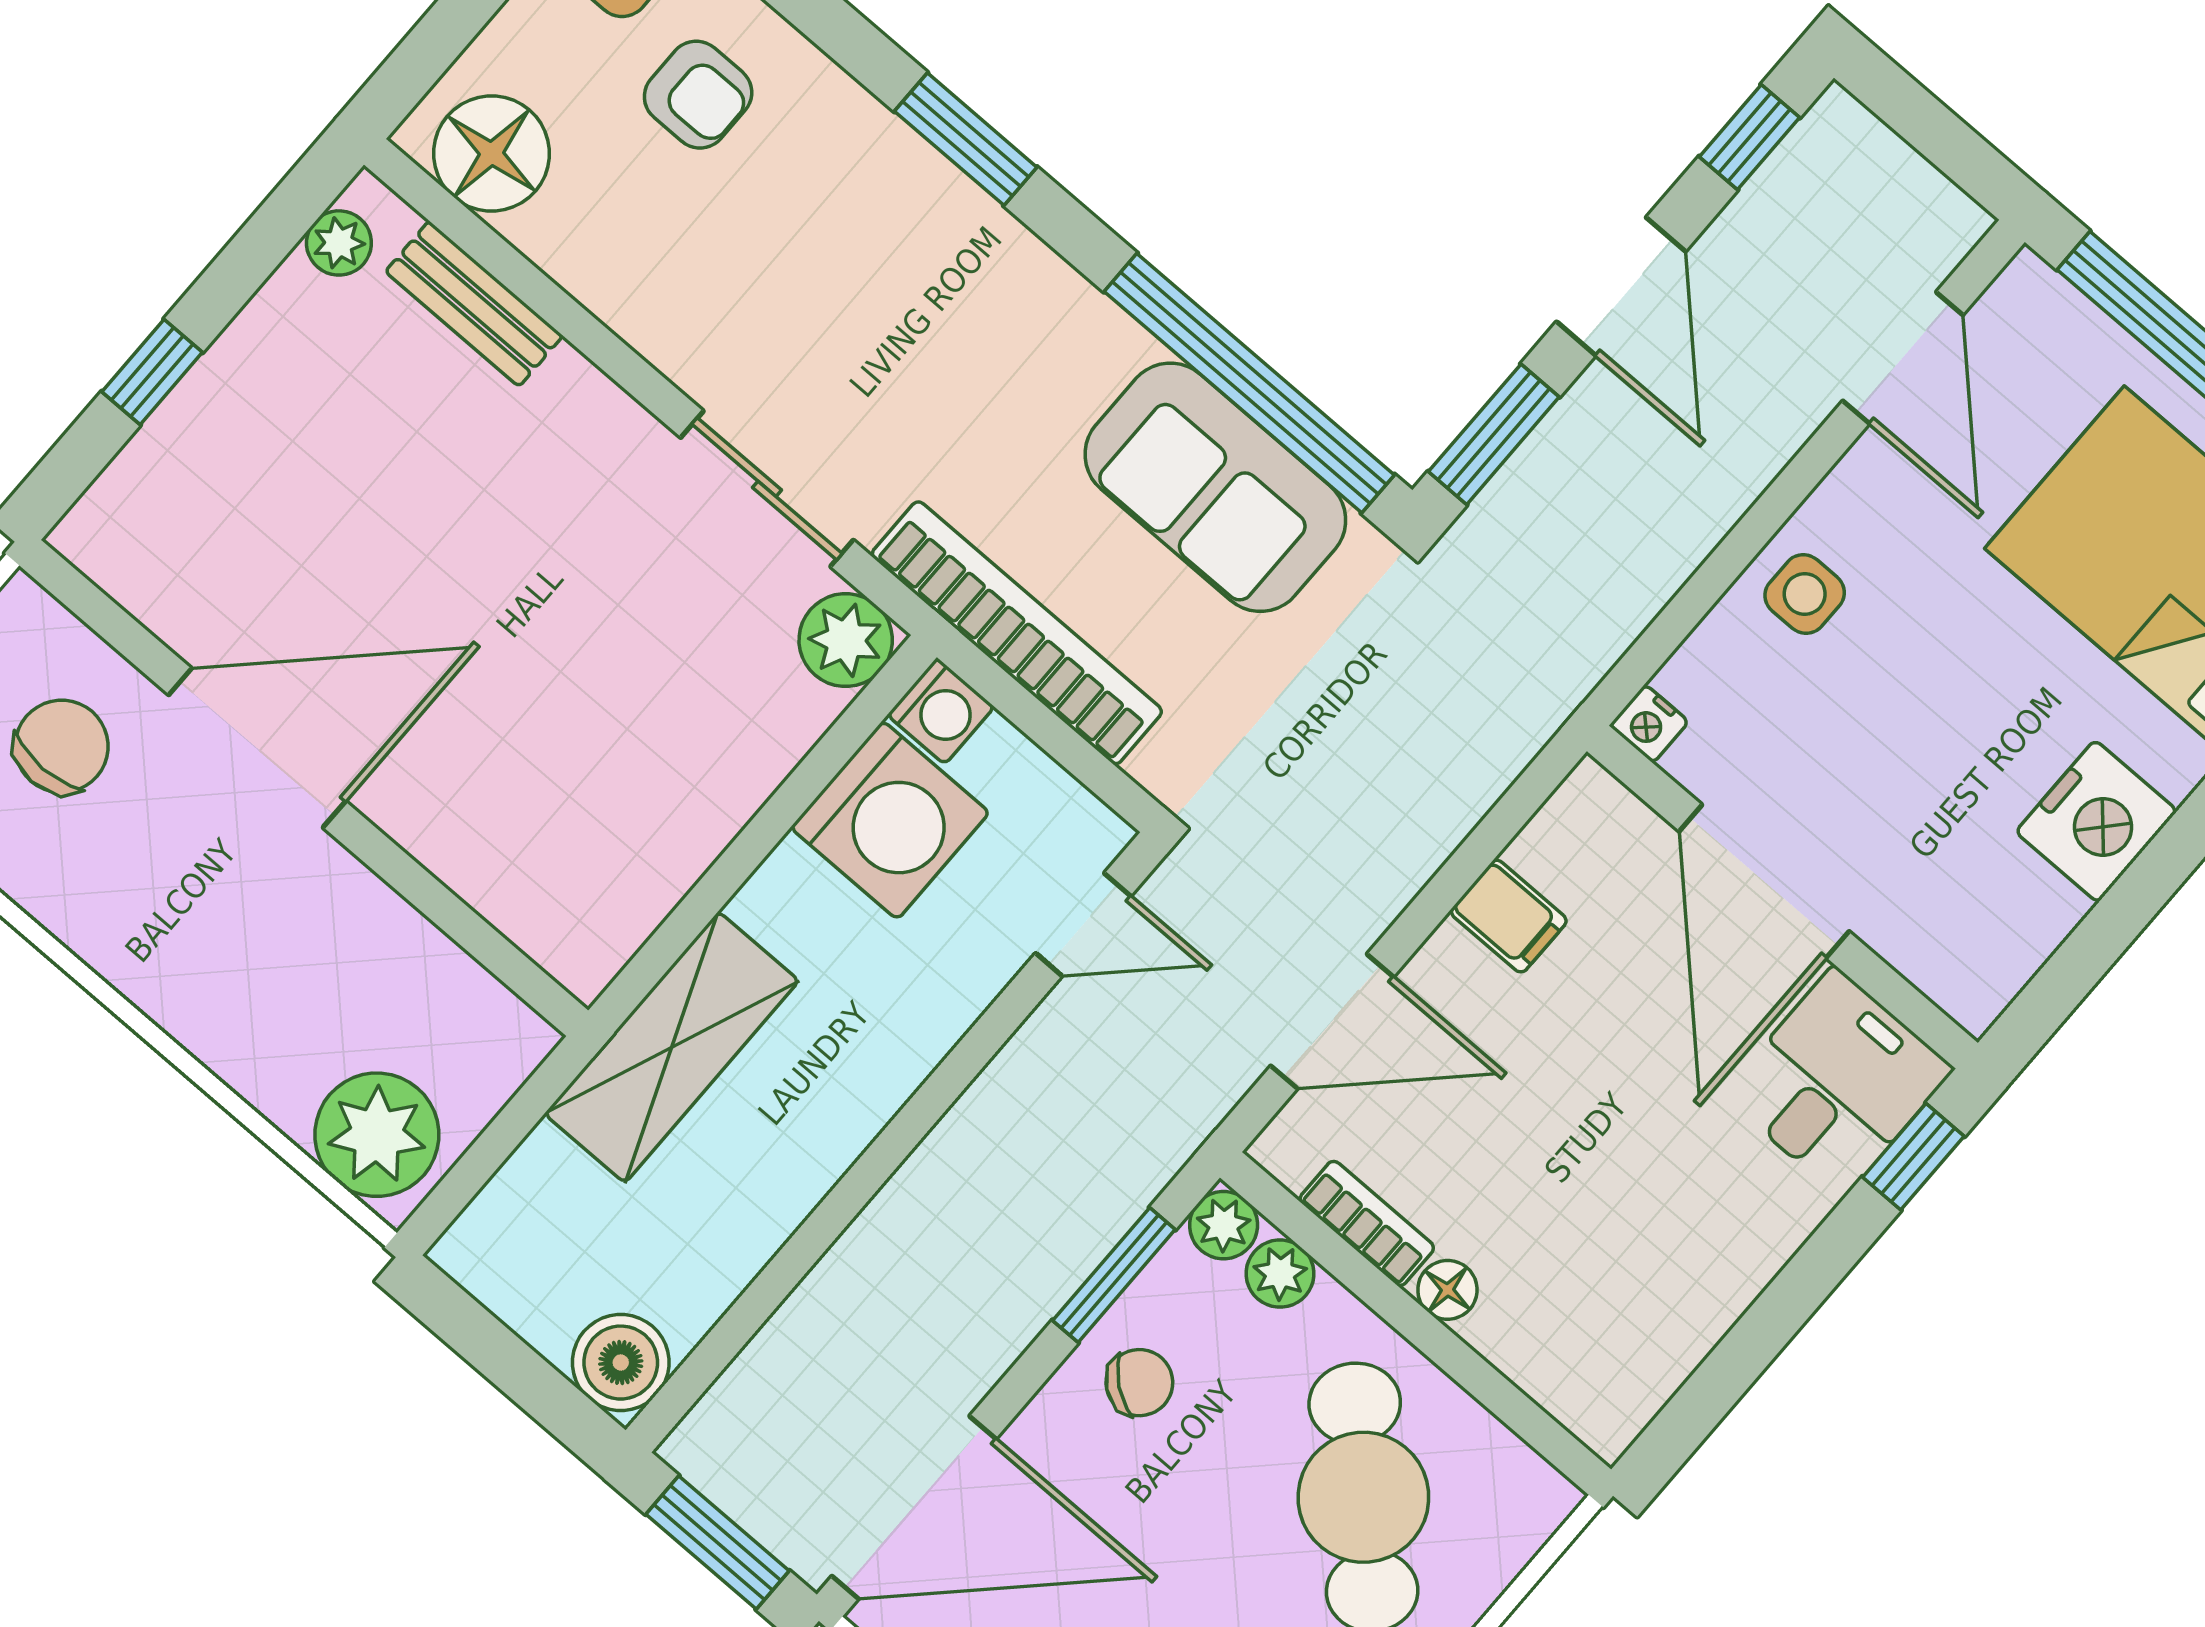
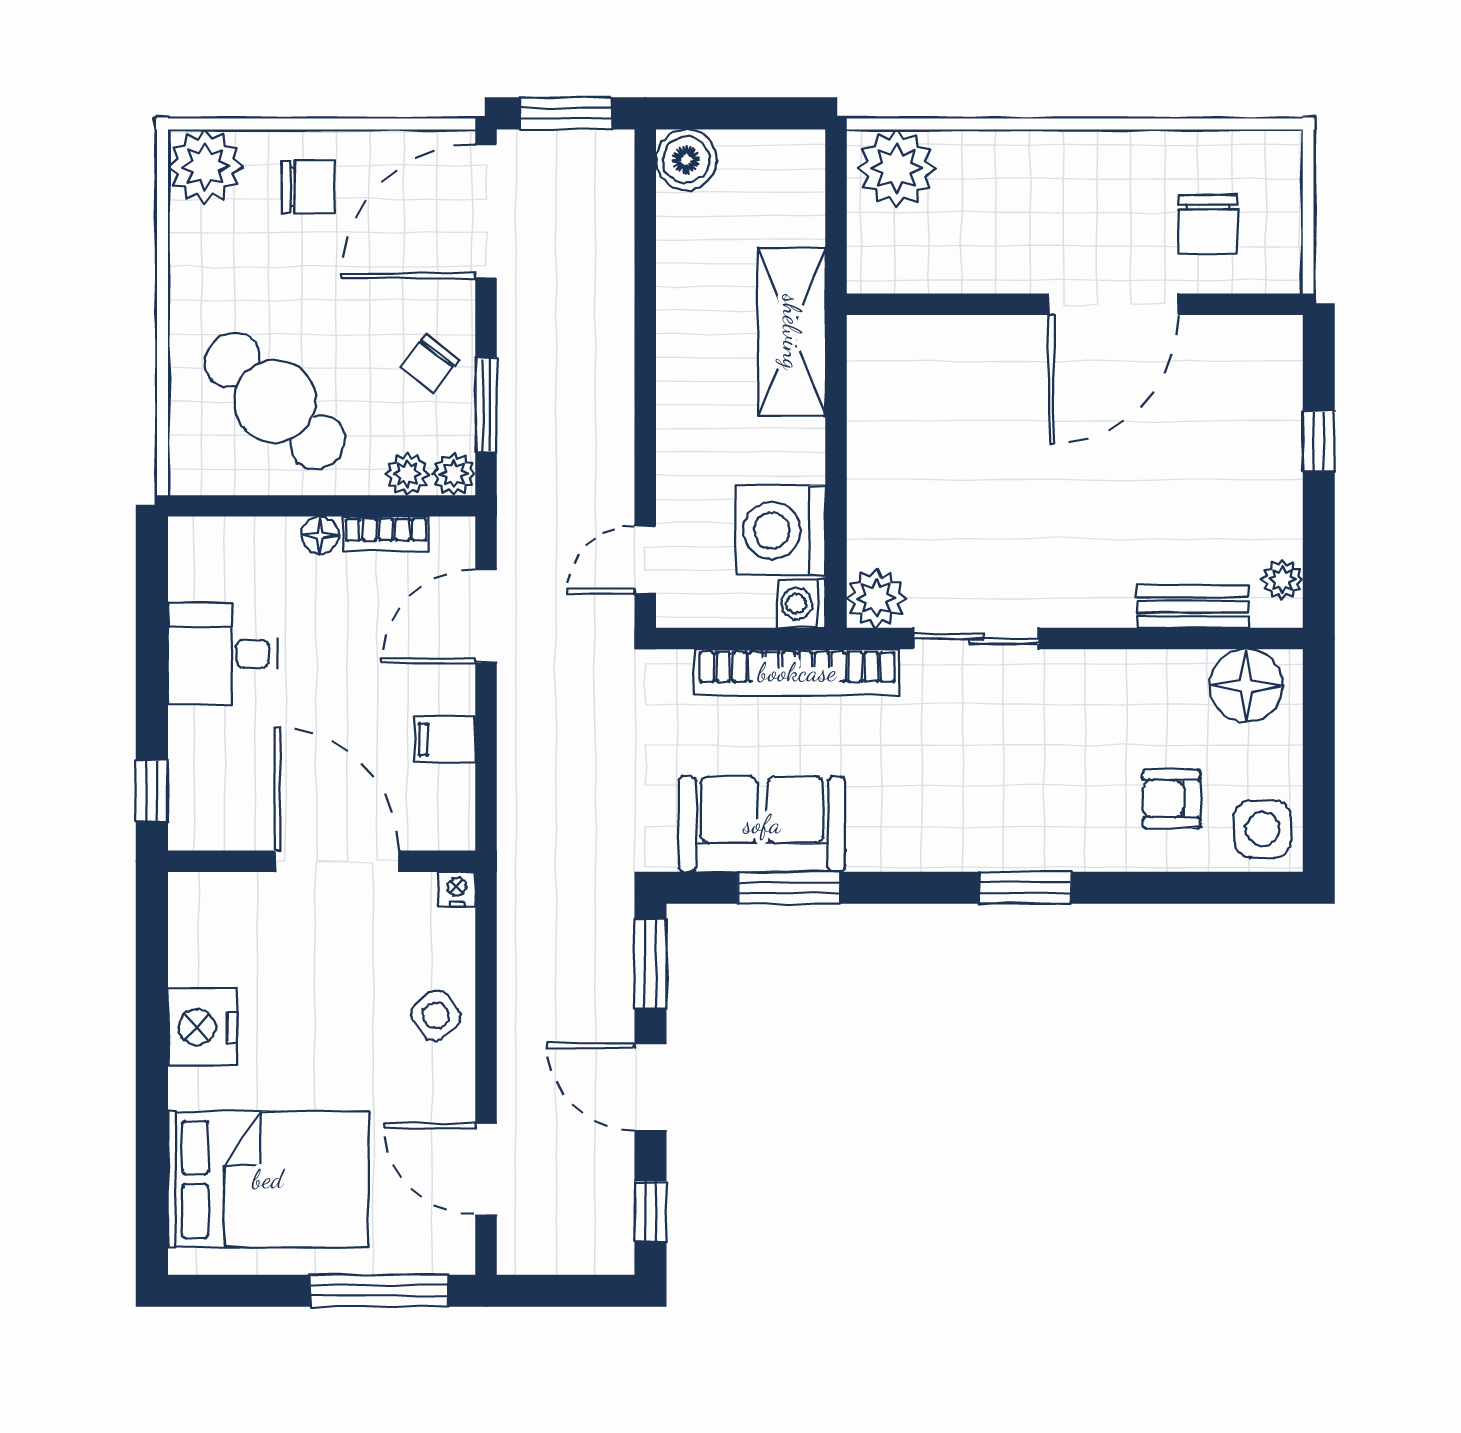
window: (1249, 383) -> (789, 888), width x0.47
side table: (1805, 594) -> (436, 1016), turned -38
desk: (1838, 1082) -> (223, 654), moved, turned 90

